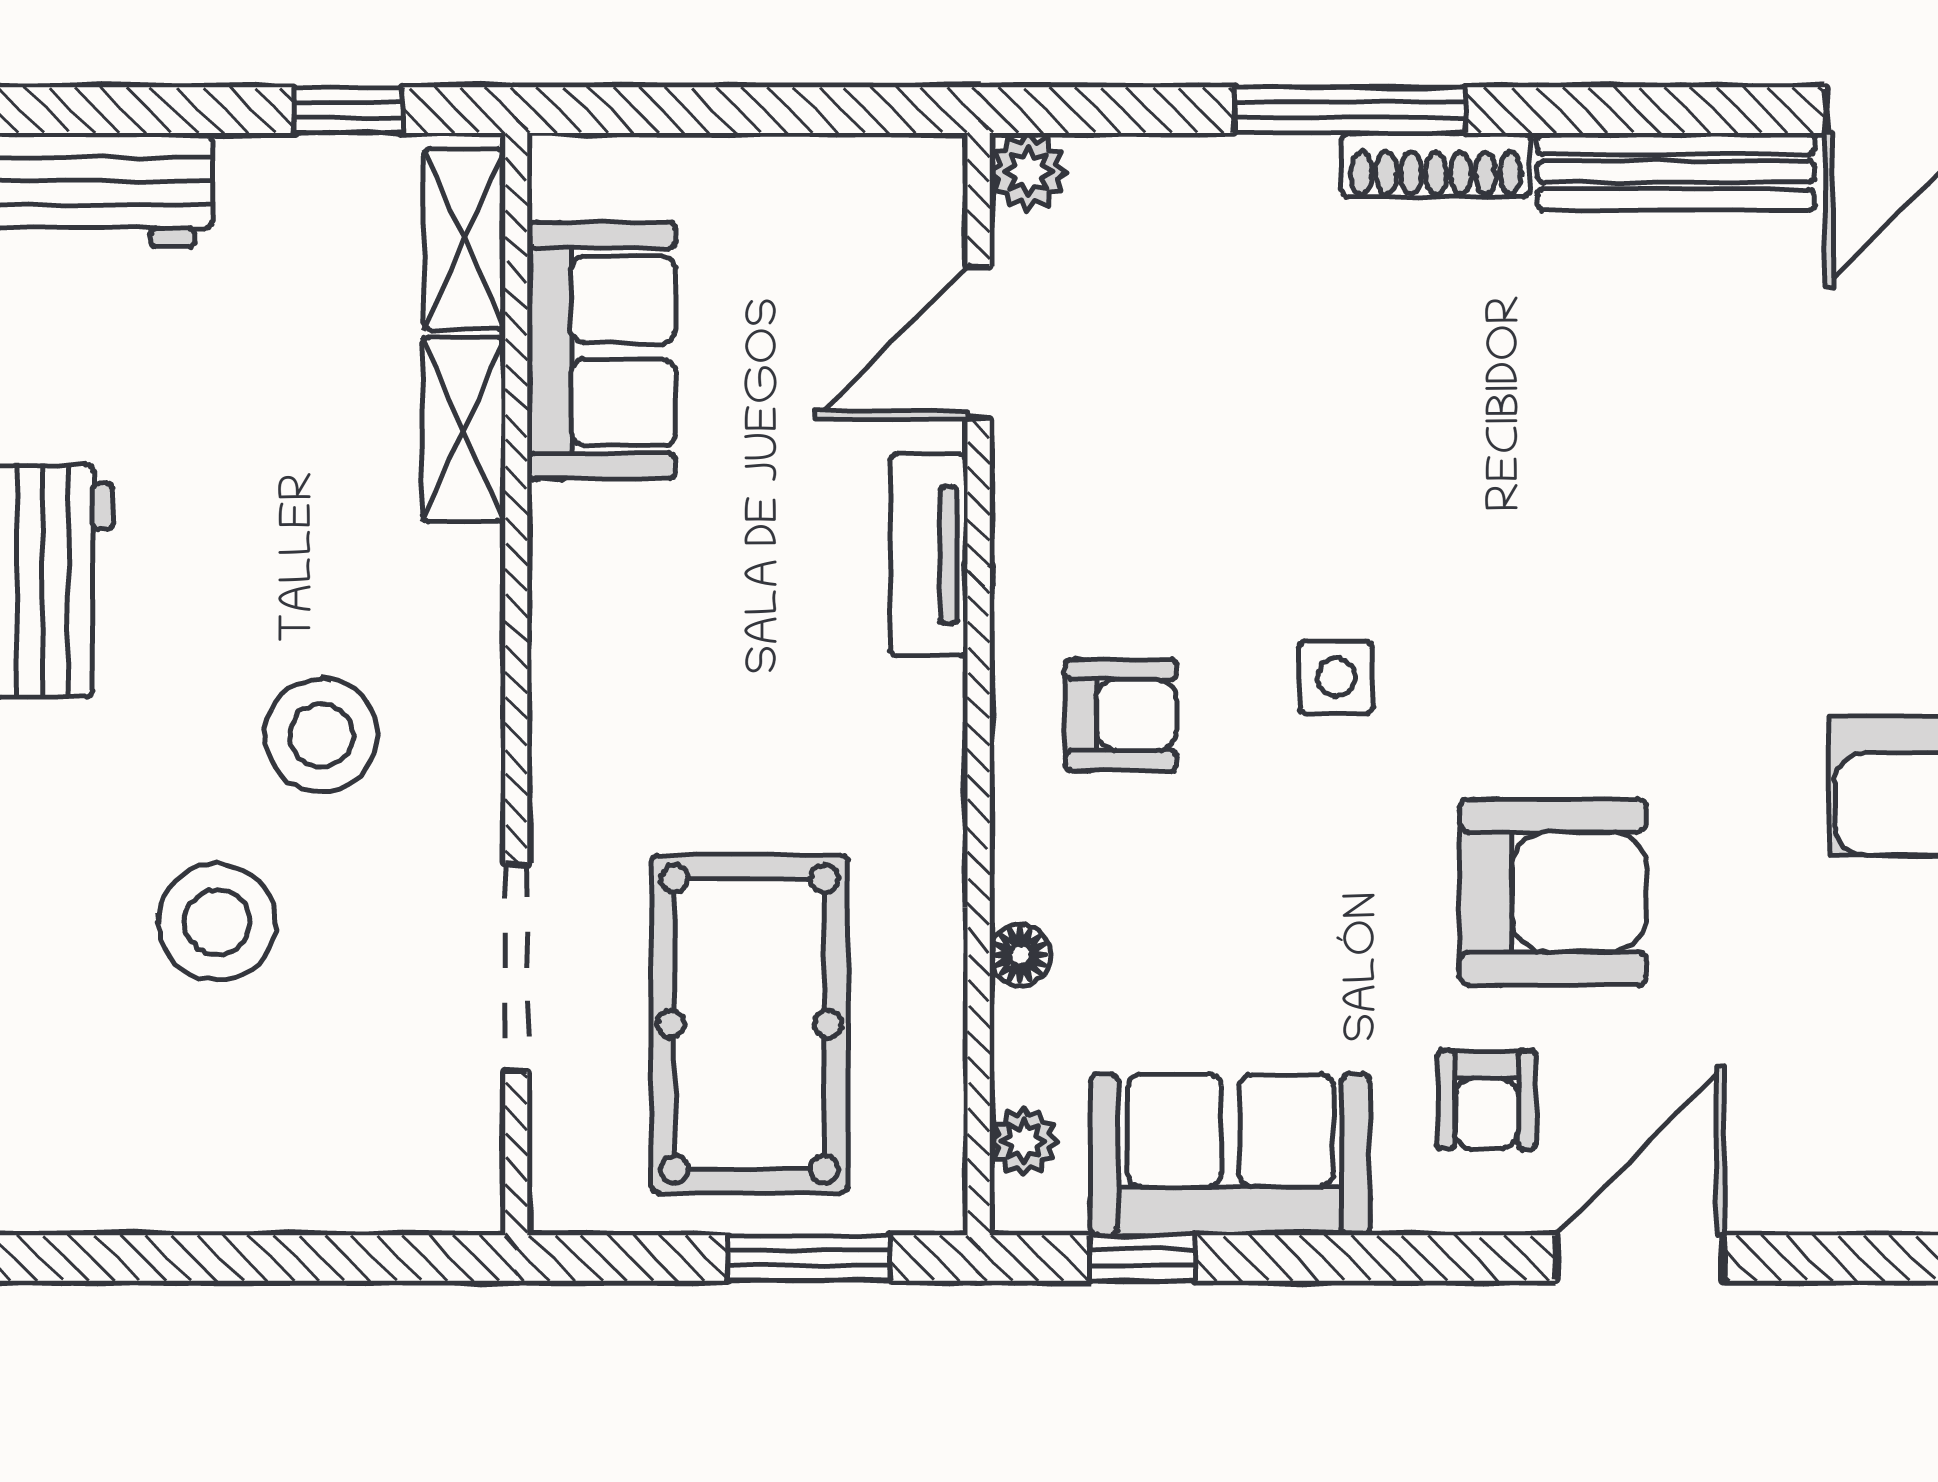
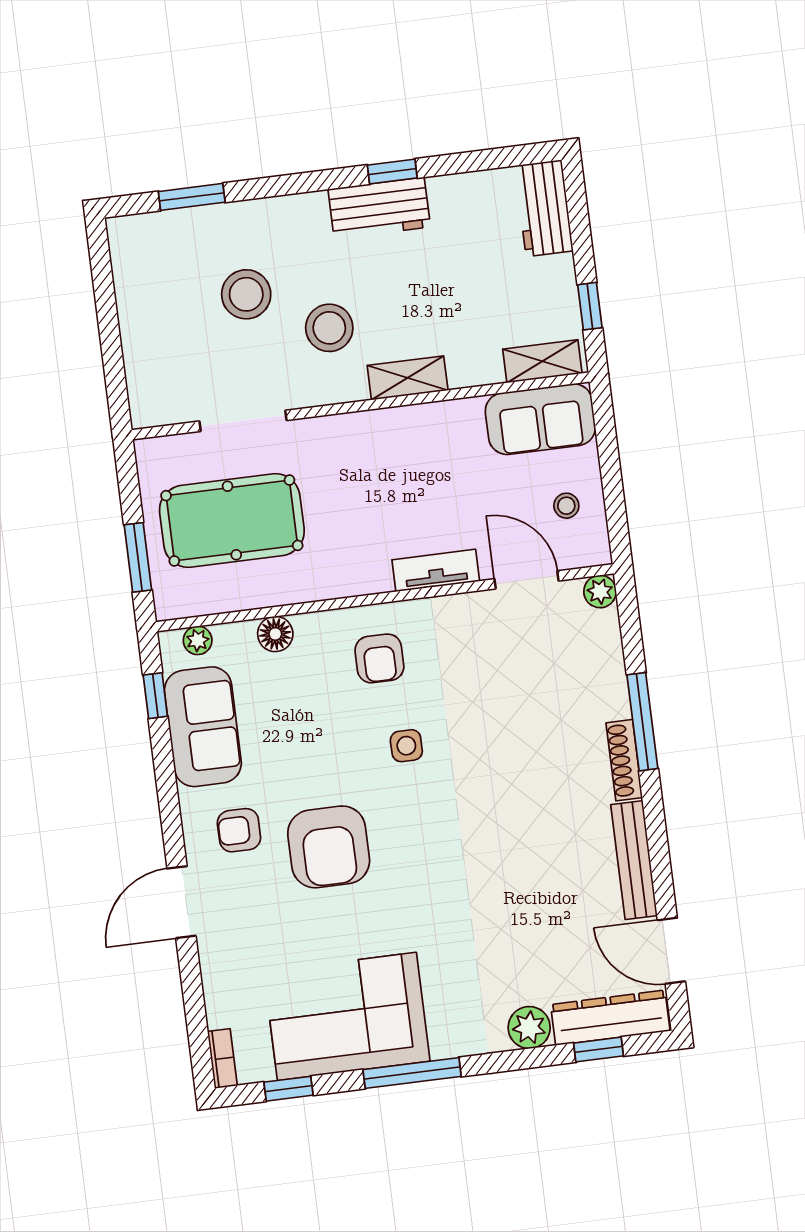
stool: (815, 226) -> (566, 506), added
sofa: (601, 351) -> (540, 419), moved
shelving: (464, 430) -> (408, 378), moved
floor lamp: (1020, 955) -> (275, 634), width x1.37, depth x1.37
door: (1640, 1258) -> (181, 902), swing flipped

